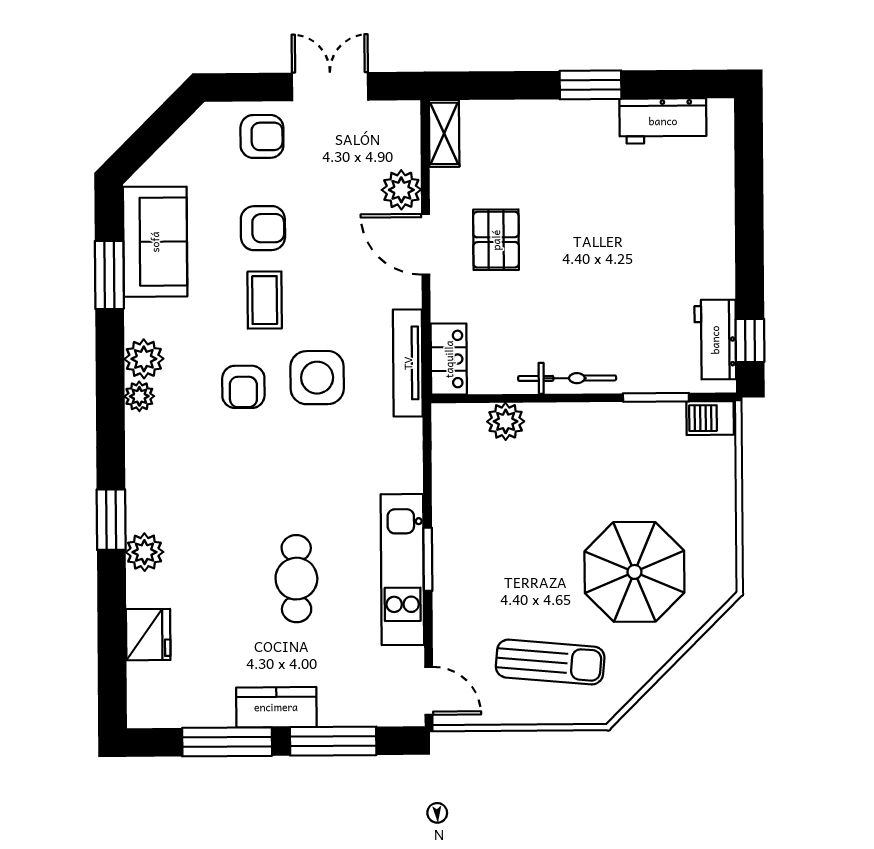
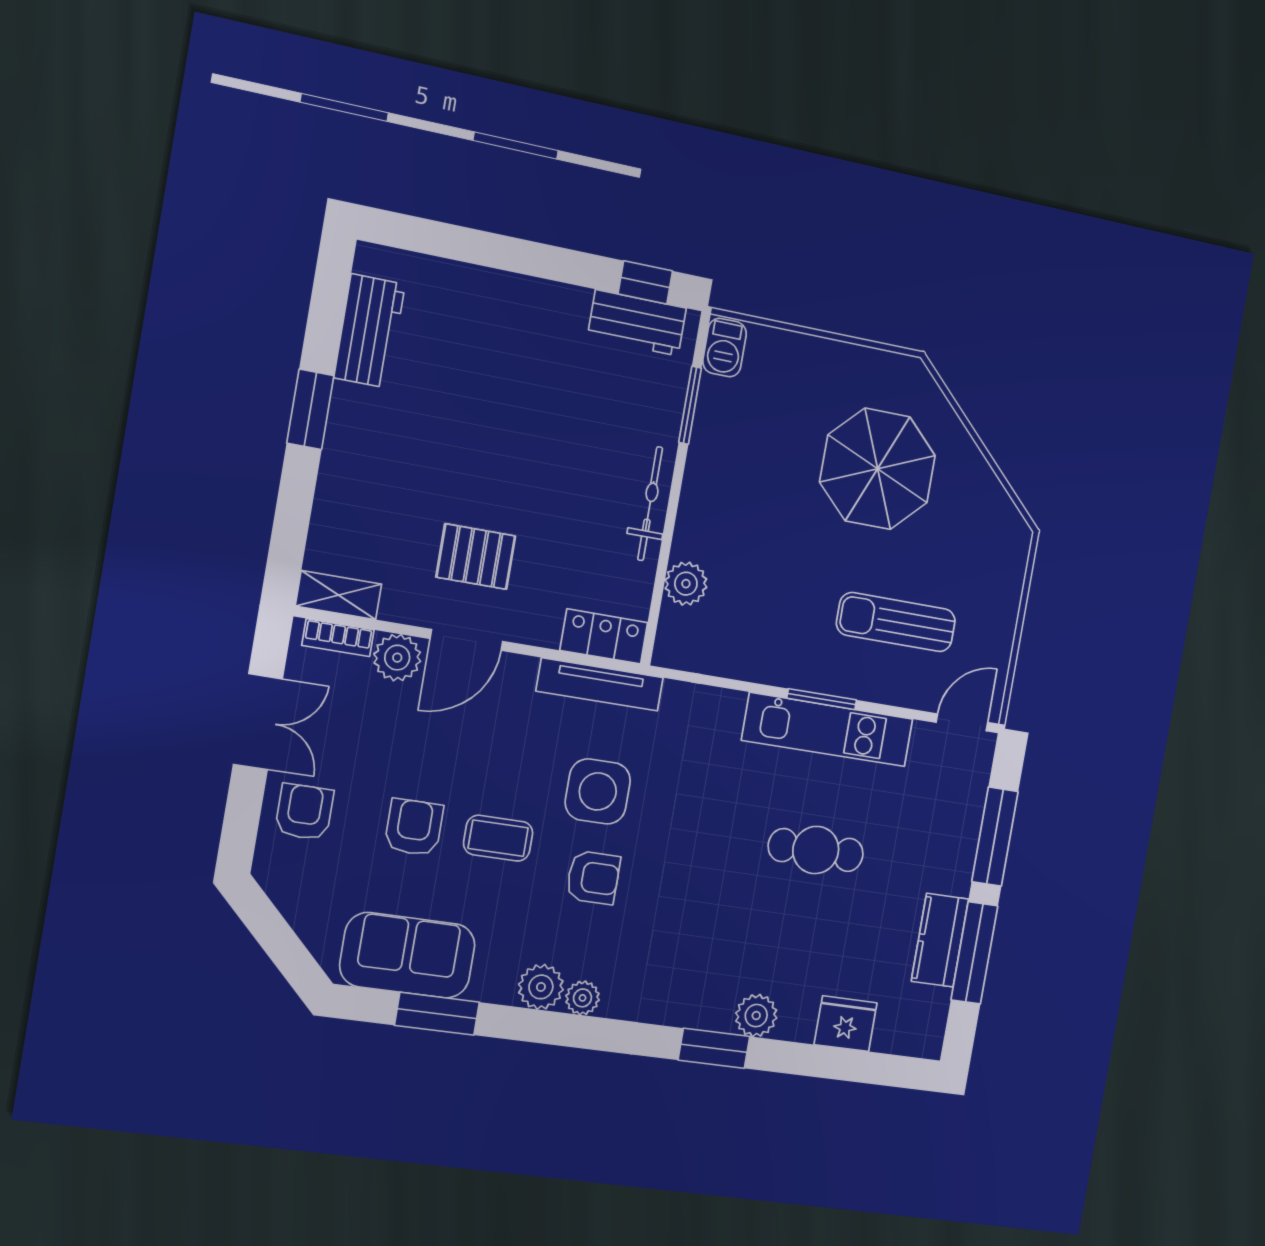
double door: (330, 87) -> (258, 722), swing flipped
bookcase: (409, 139) -> (338, 638), added
sun lounger: (550, 662) -> (896, 622), moved, turned -95
kitchen counter: (276, 707) -> (940, 940), moved

